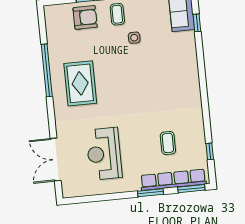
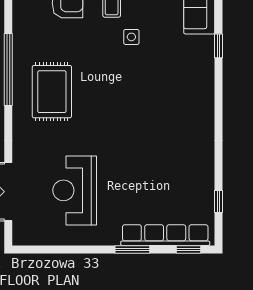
window: (197, 23) -> (218, 46), moved
coffee table: (168, 143) -> (163, 184), removed
window: (191, 189) -> (188, 249), width x0.67

